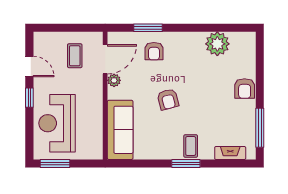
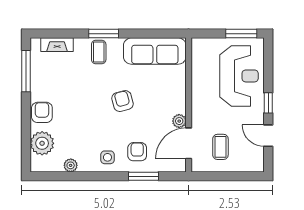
plant: (217, 44) -> (71, 165), width x0.53, depth x0.53
side table: (182, 46) -> (107, 157), added
plant: (244, 59) -> (42, 143), added
sofa: (120, 130) -> (155, 51), moved, turned -90

